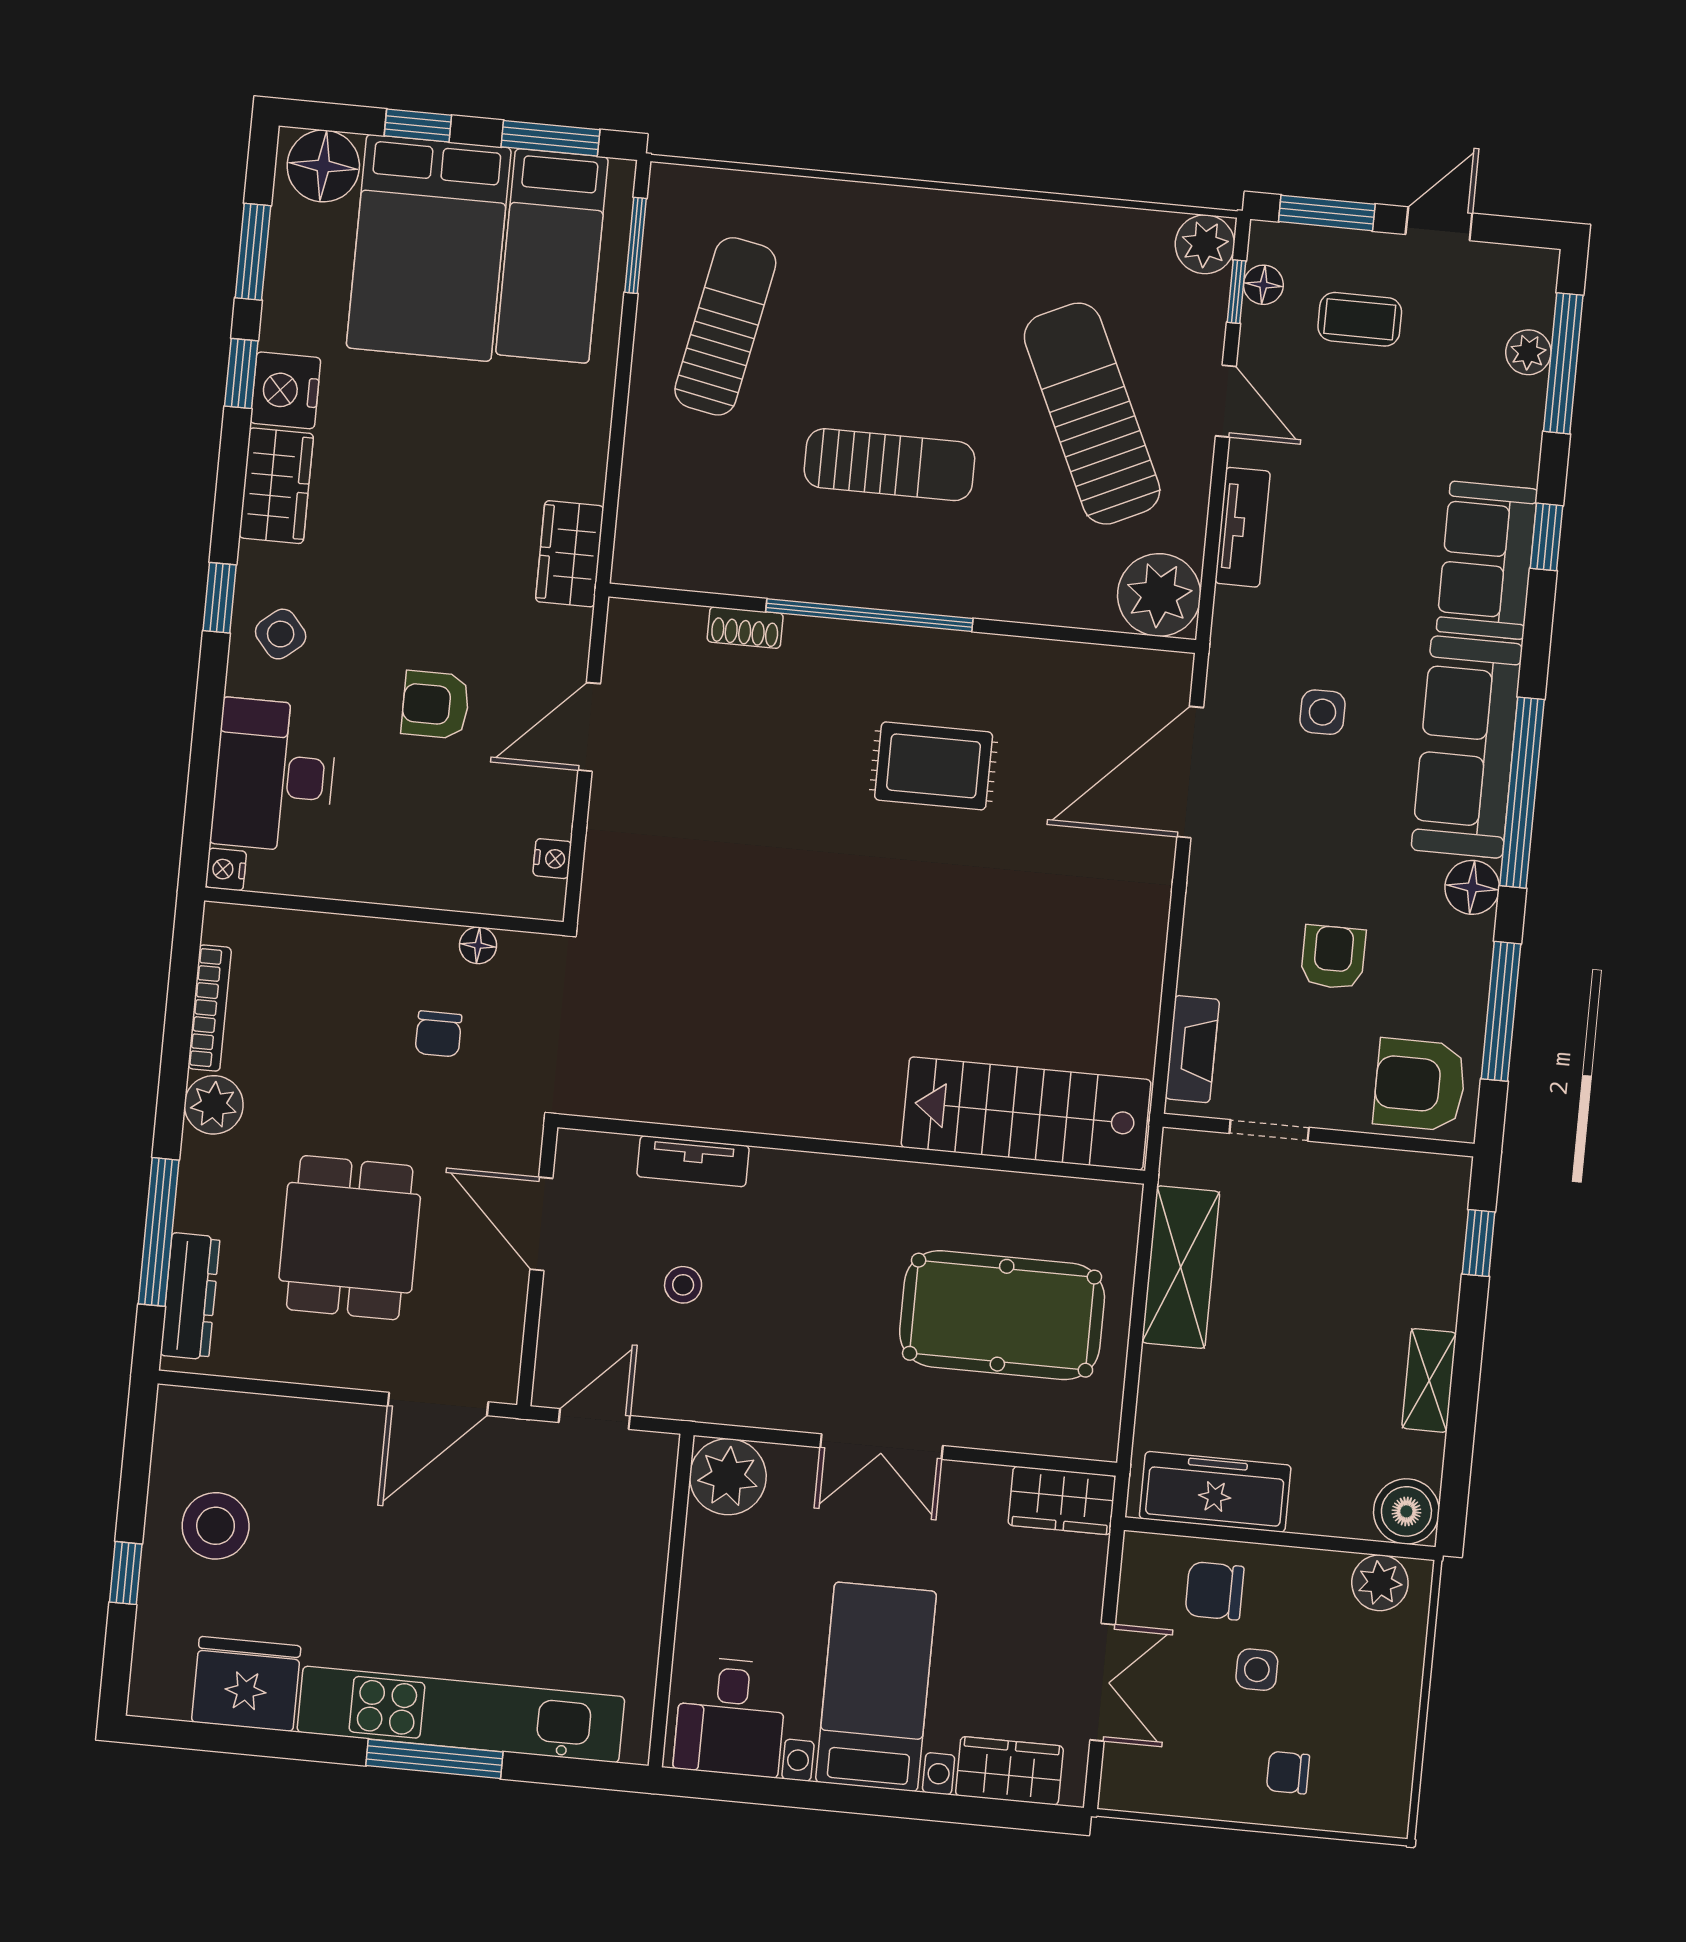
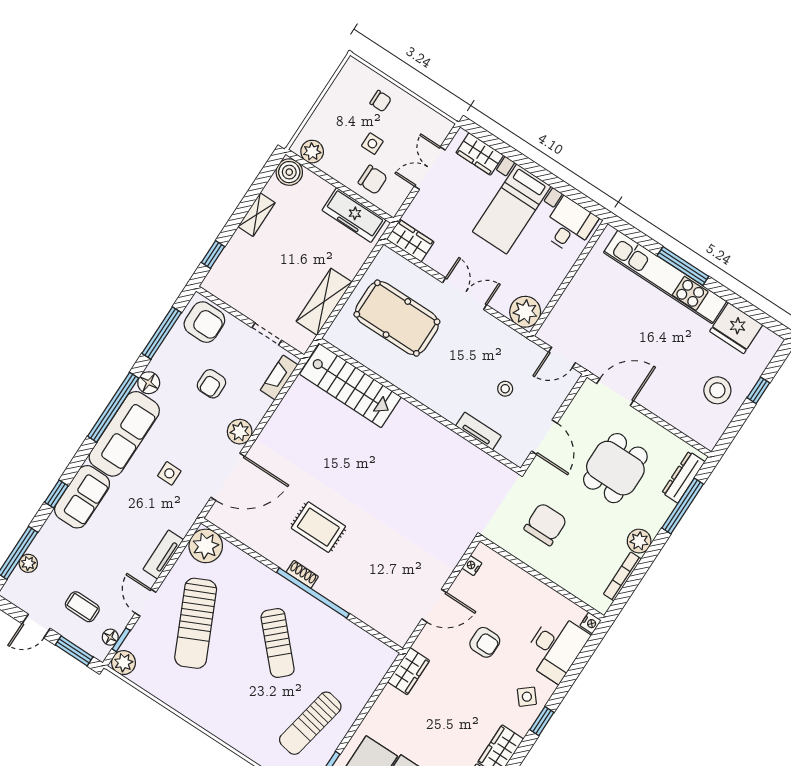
sun lounger: (889, 465) -> (278, 643), turned -133
shoe rack: (745, 628) -> (302, 574), moved
plant: (1216, 885) -> (240, 432), added
floor lamp: (478, 945) -> (515, 548), removed
chair: (438, 1034) -> (546, 524), width x1.87, depth x1.87

